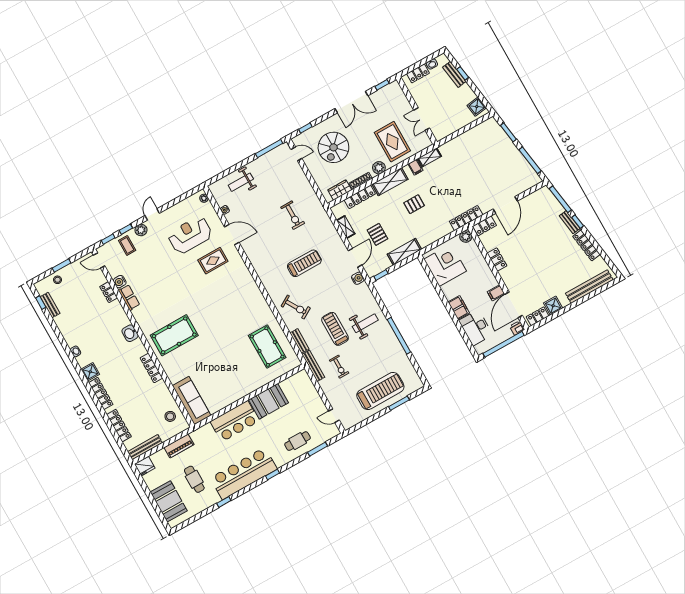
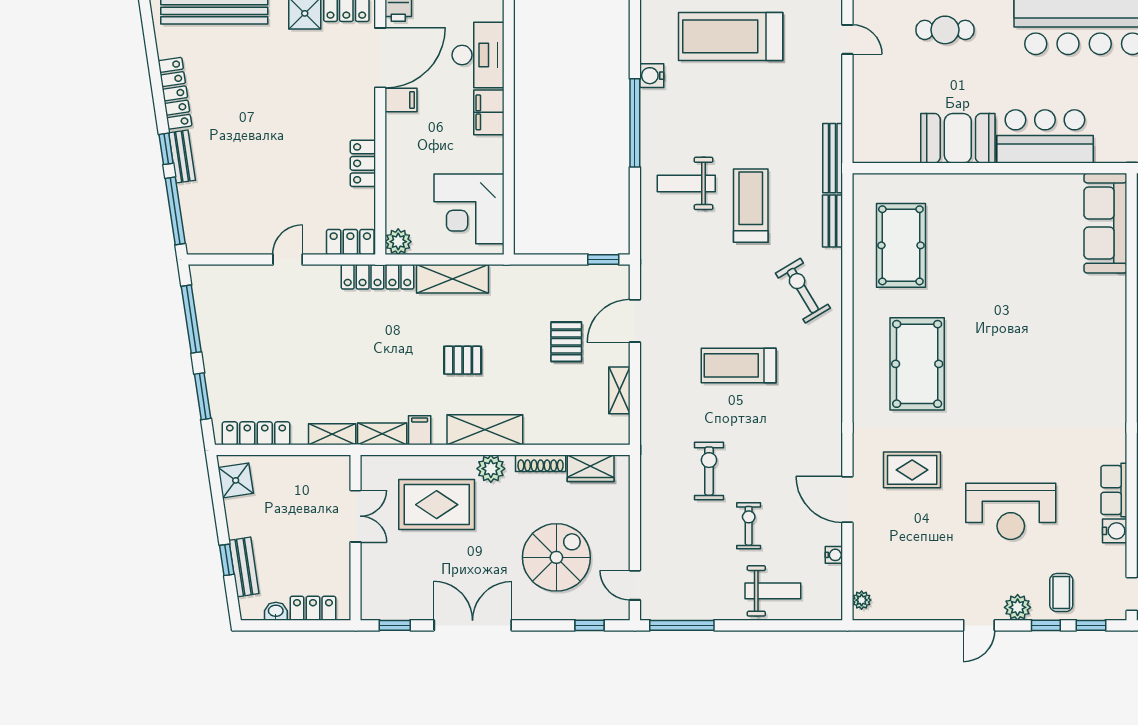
rug: (392, 142) -> (437, 505), turned 90
shelving: (449, 146) -> (332, 434), added
locker: (360, 197) -> (256, 433), moved
door: (505, 205) -> (288, 260), width x0.53
reception desk: (190, 235) -> (1011, 511), moved
shelving: (404, 252) -> (453, 279), moved
water cooler: (358, 278) -> (652, 76), moved
treadmill: (335, 329) -> (751, 206), turned 180
pool table: (174, 335) -> (917, 364), moved, turned 90
exercise bike: (339, 367) -> (749, 526), moved

